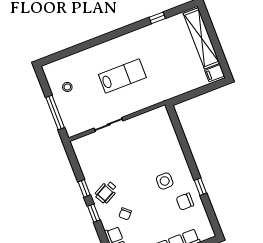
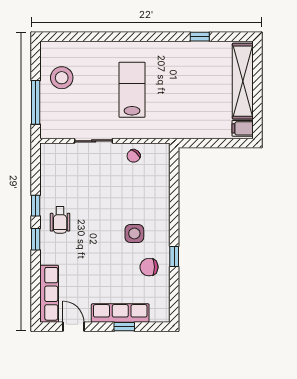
lab bench: (122, 76) -> (132, 90), turned -90
stool: (67, 87) -> (62, 78), width x1.89, depth x1.89
wheelchair: (106, 192) -> (60, 220), turned -62
chair: (125, 214) -> (134, 156), moved

